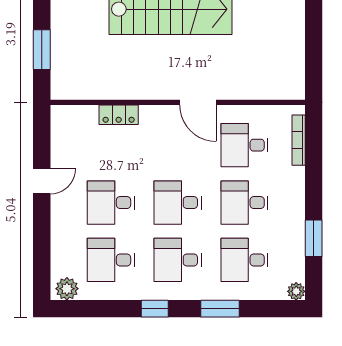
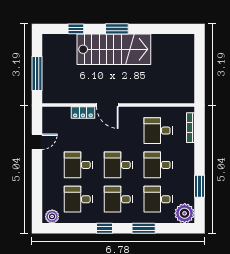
window: (42, 50) -> (37, 73), width x1.44
door: (198, 102) -> (107, 105), moved
door: (42, 181) -> (37, 142), moved
plant: (296, 291) -> (185, 213), width x1.87, depth x1.87

